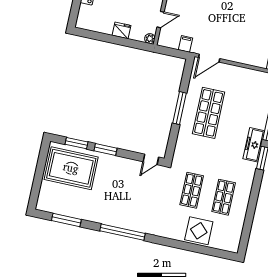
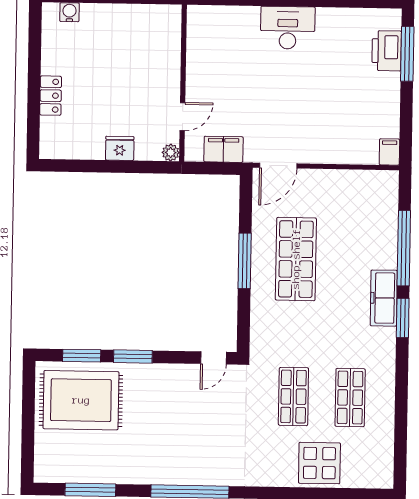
filing cabinet: (185, 44) -> (223, 149), width x2.00

